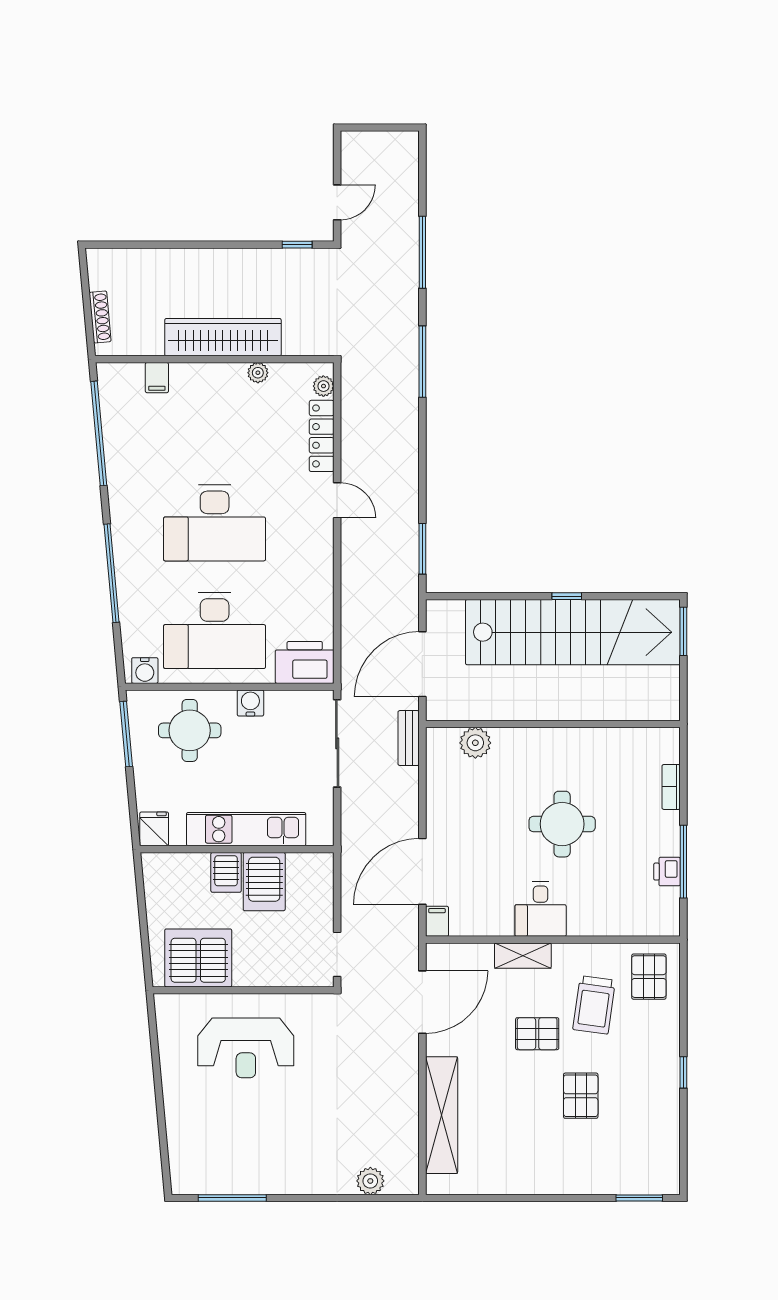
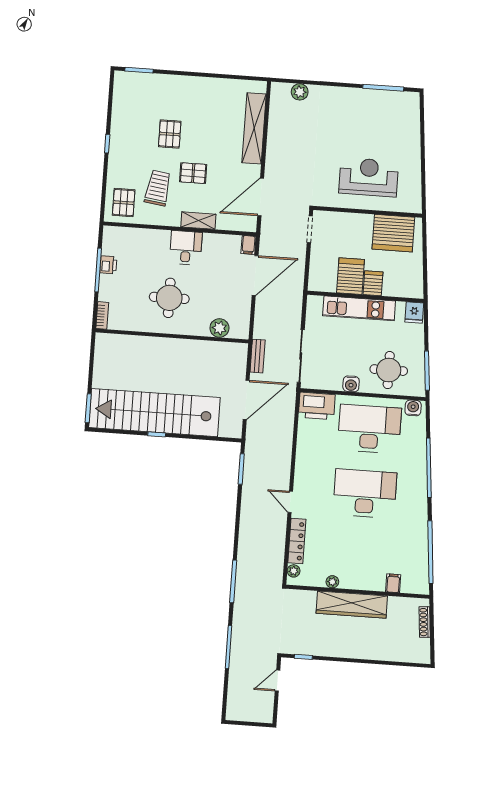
wall: (553, 724) -> (172, 336), moved
plant: (475, 743) -> (219, 328), moved

